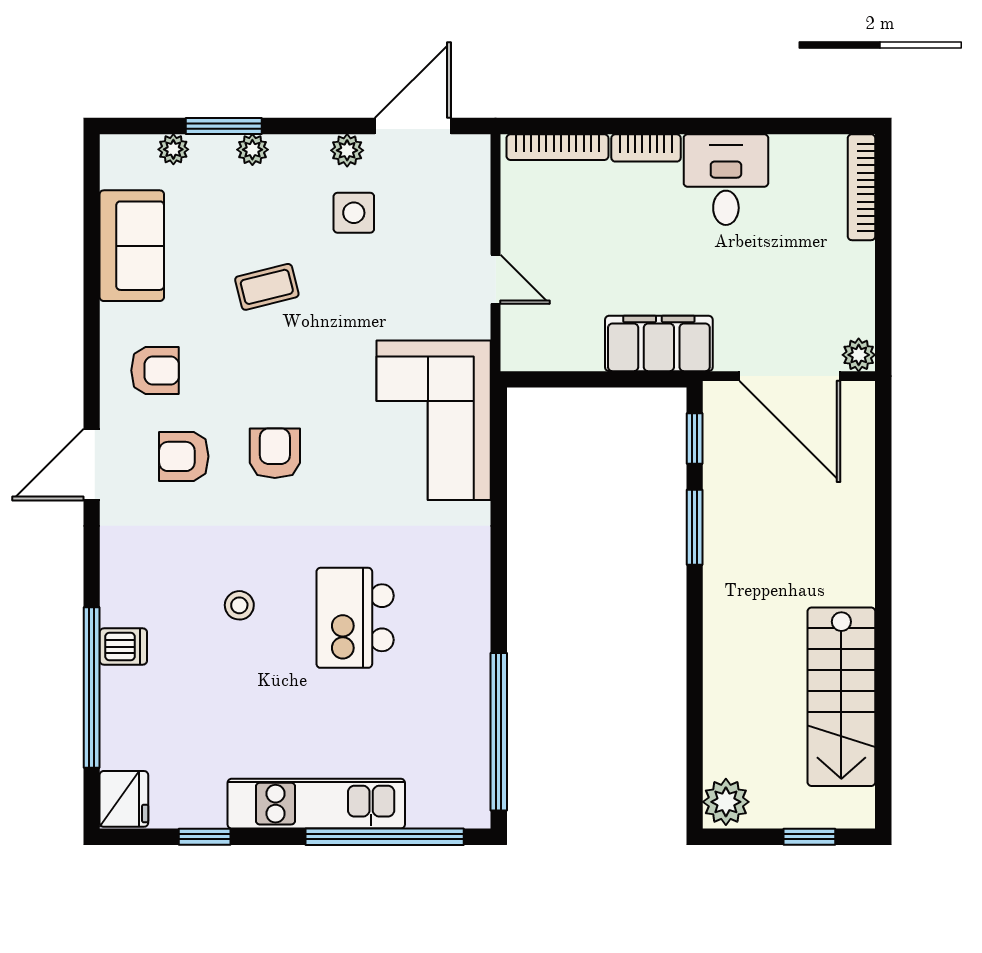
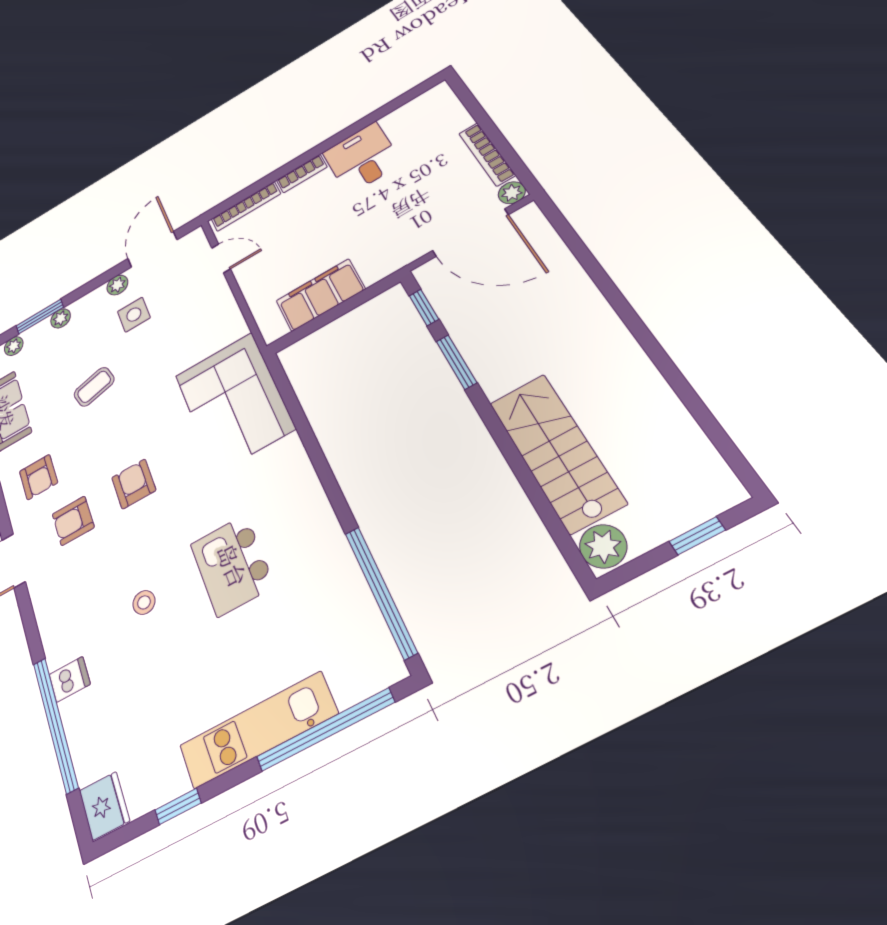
bookcase: (862, 187) -> (487, 154), moved
door: (496, 279) -> (221, 258), moved
filing cabinet: (659, 343) -> (320, 295), moved
armchair: (155, 370) -> (39, 477), turned 90
stairs: (841, 697) -> (556, 452), moved, turned 180

